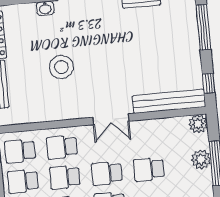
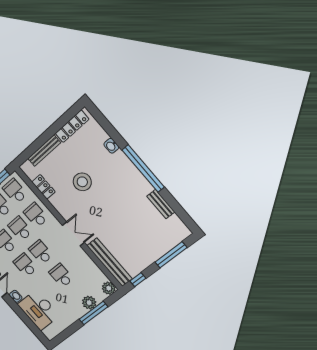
locker: (38, 115) -> (43, 187), added
double door: (111, 119) -> (73, 234), swing flipped

